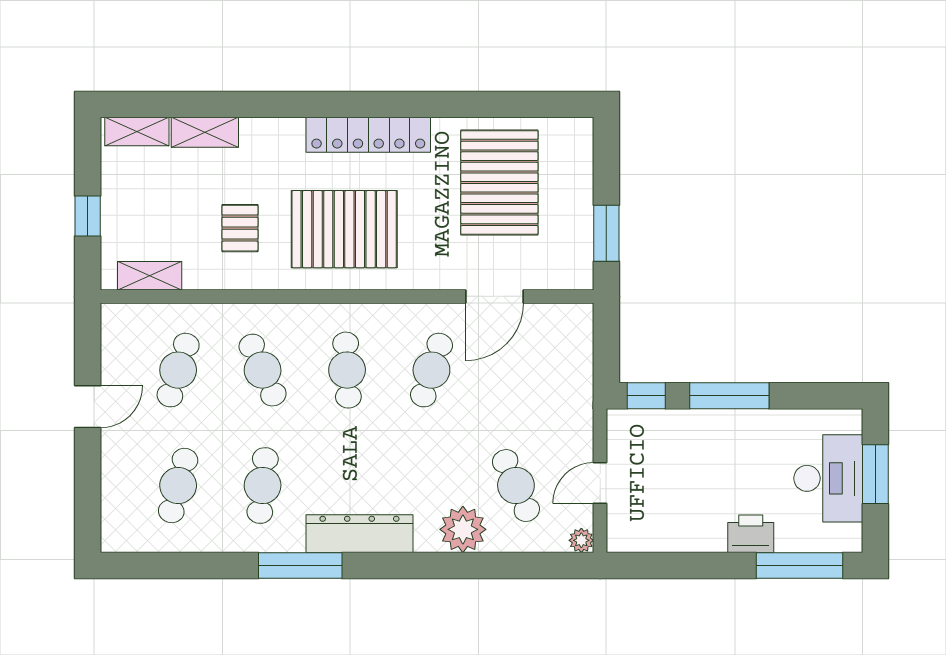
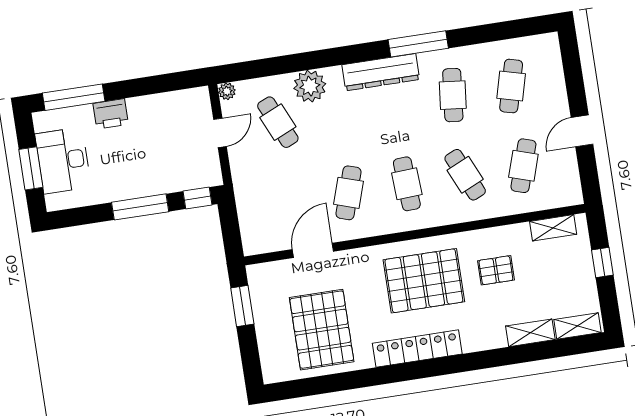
pallet: (240, 228) -> (496, 270), turned 90

